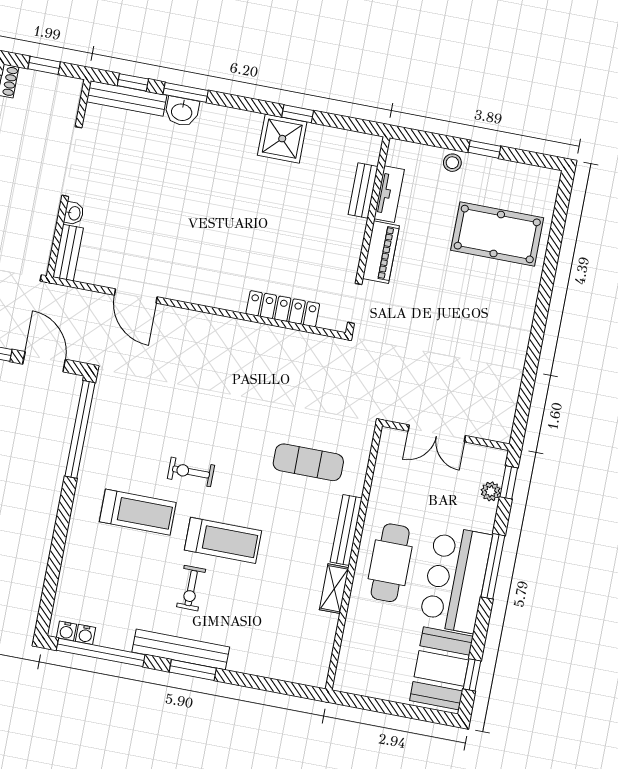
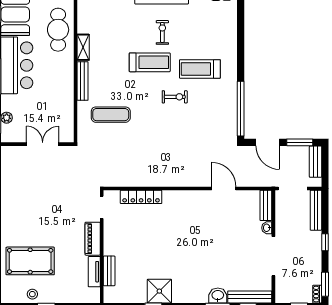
stool: (452, 163) -> (32, 294), moved
treadmill: (223, 540) -> (150, 62), turned 180
cafe table: (390, 563) -> (58, 30), moved

